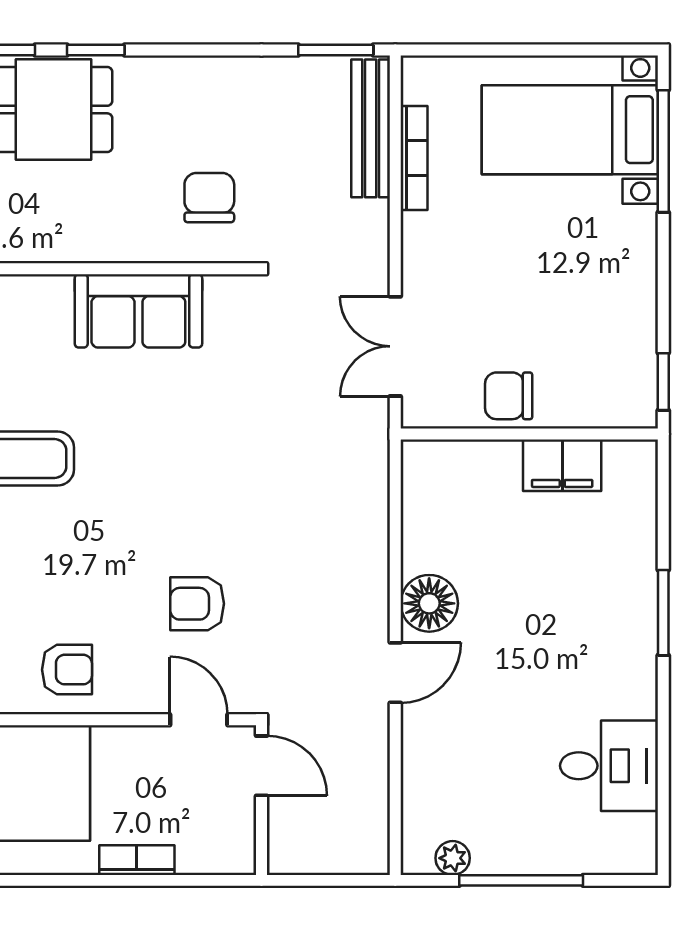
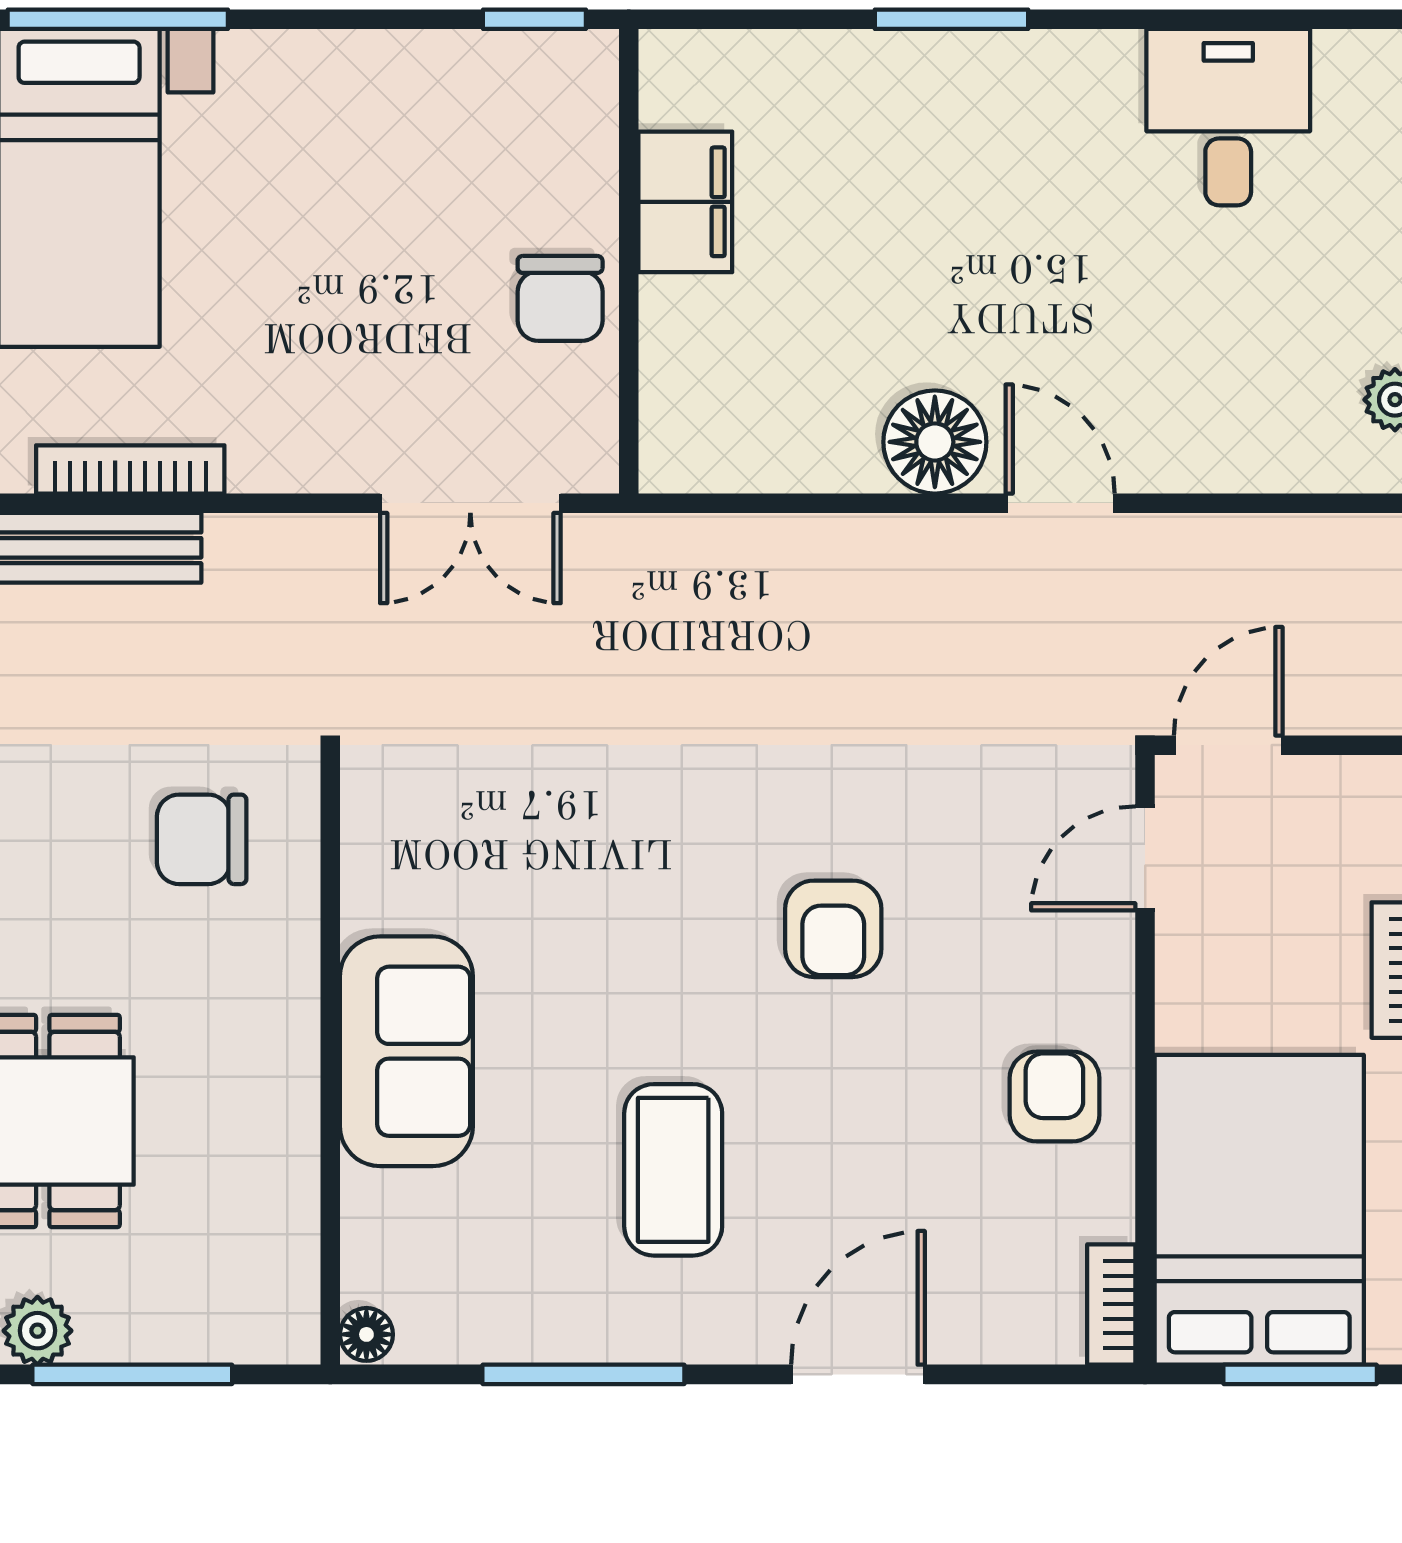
sofa: (138, 311) -> (406, 1051), moved
armchair: (197, 604) -> (833, 929), moved

